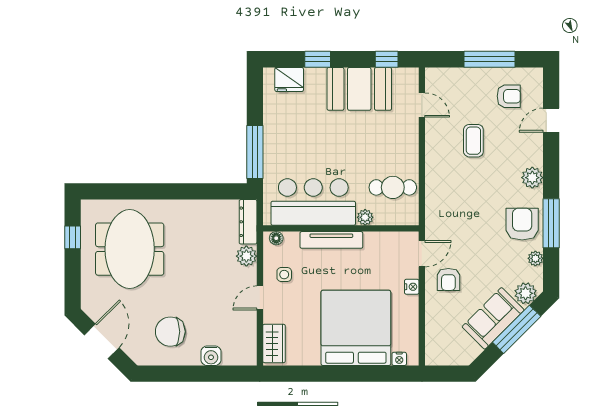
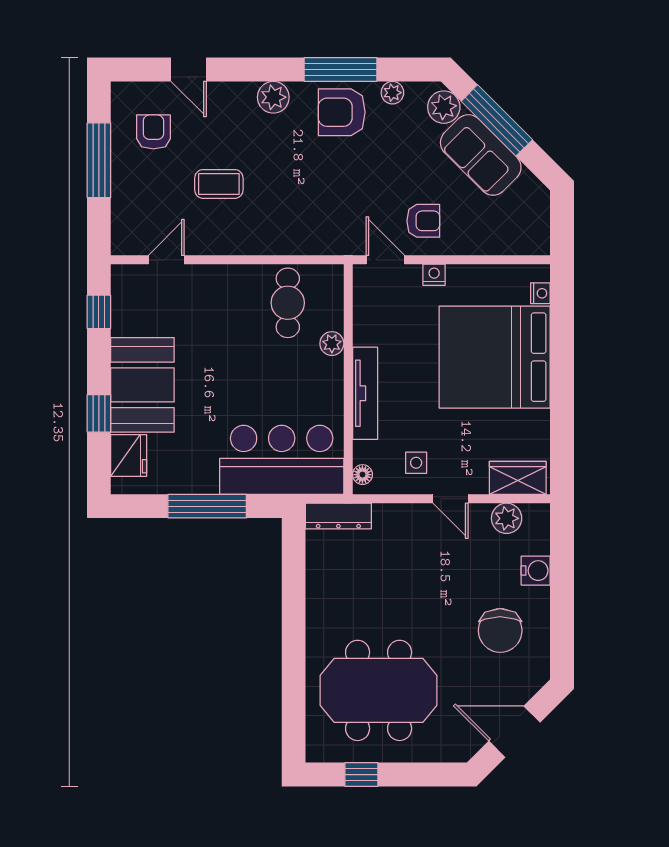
booth: (359, 89) -> (142, 385), moved
window: (255, 152) -> (207, 506), moved
bar counter: (313, 202) -> (282, 460), moved, turned 90
plant: (246, 256) -> (507, 518), moved

